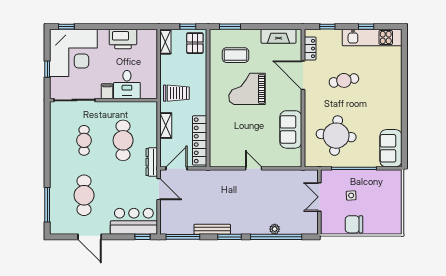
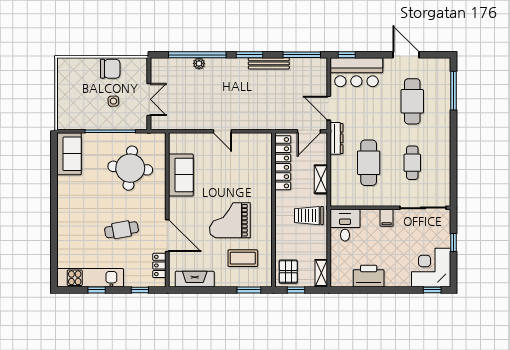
corner desk: (73, 53) -> (431, 268), width x0.74, depth x0.74
desk: (127, 85) -> (345, 225), moved
grand piano: (247, 89) -> (230, 220), turned 180

